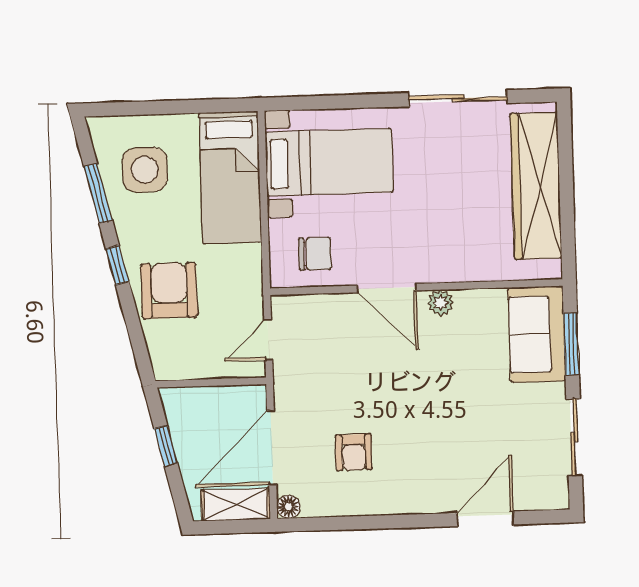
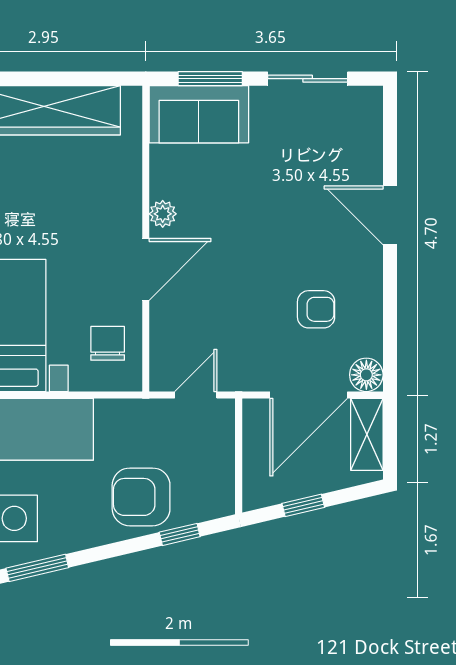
window: (117, 265) -> (180, 534), moved
door: (268, 340) -> (196, 395), swing flipped
door: (272, 448) -> (309, 395), hinge flipped
floor lamp: (288, 507) -> (366, 375), width x1.37, depth x1.37
door: (485, 519) -> (390, 215), moved

